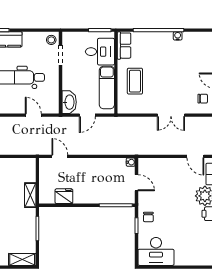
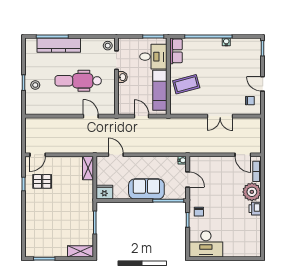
coffee table: (135, 81) -> (186, 84), turned 75
washbasin: (69, 102) -> (122, 77), moved, width x0.52, depth x0.69
door: (87, 115) -> (141, 116), swing flipped
sofa: (93, 193) -> (146, 189), added
shelving: (30, 195) -> (88, 168), moved
fridge: (64, 196) -> (104, 192), moved

